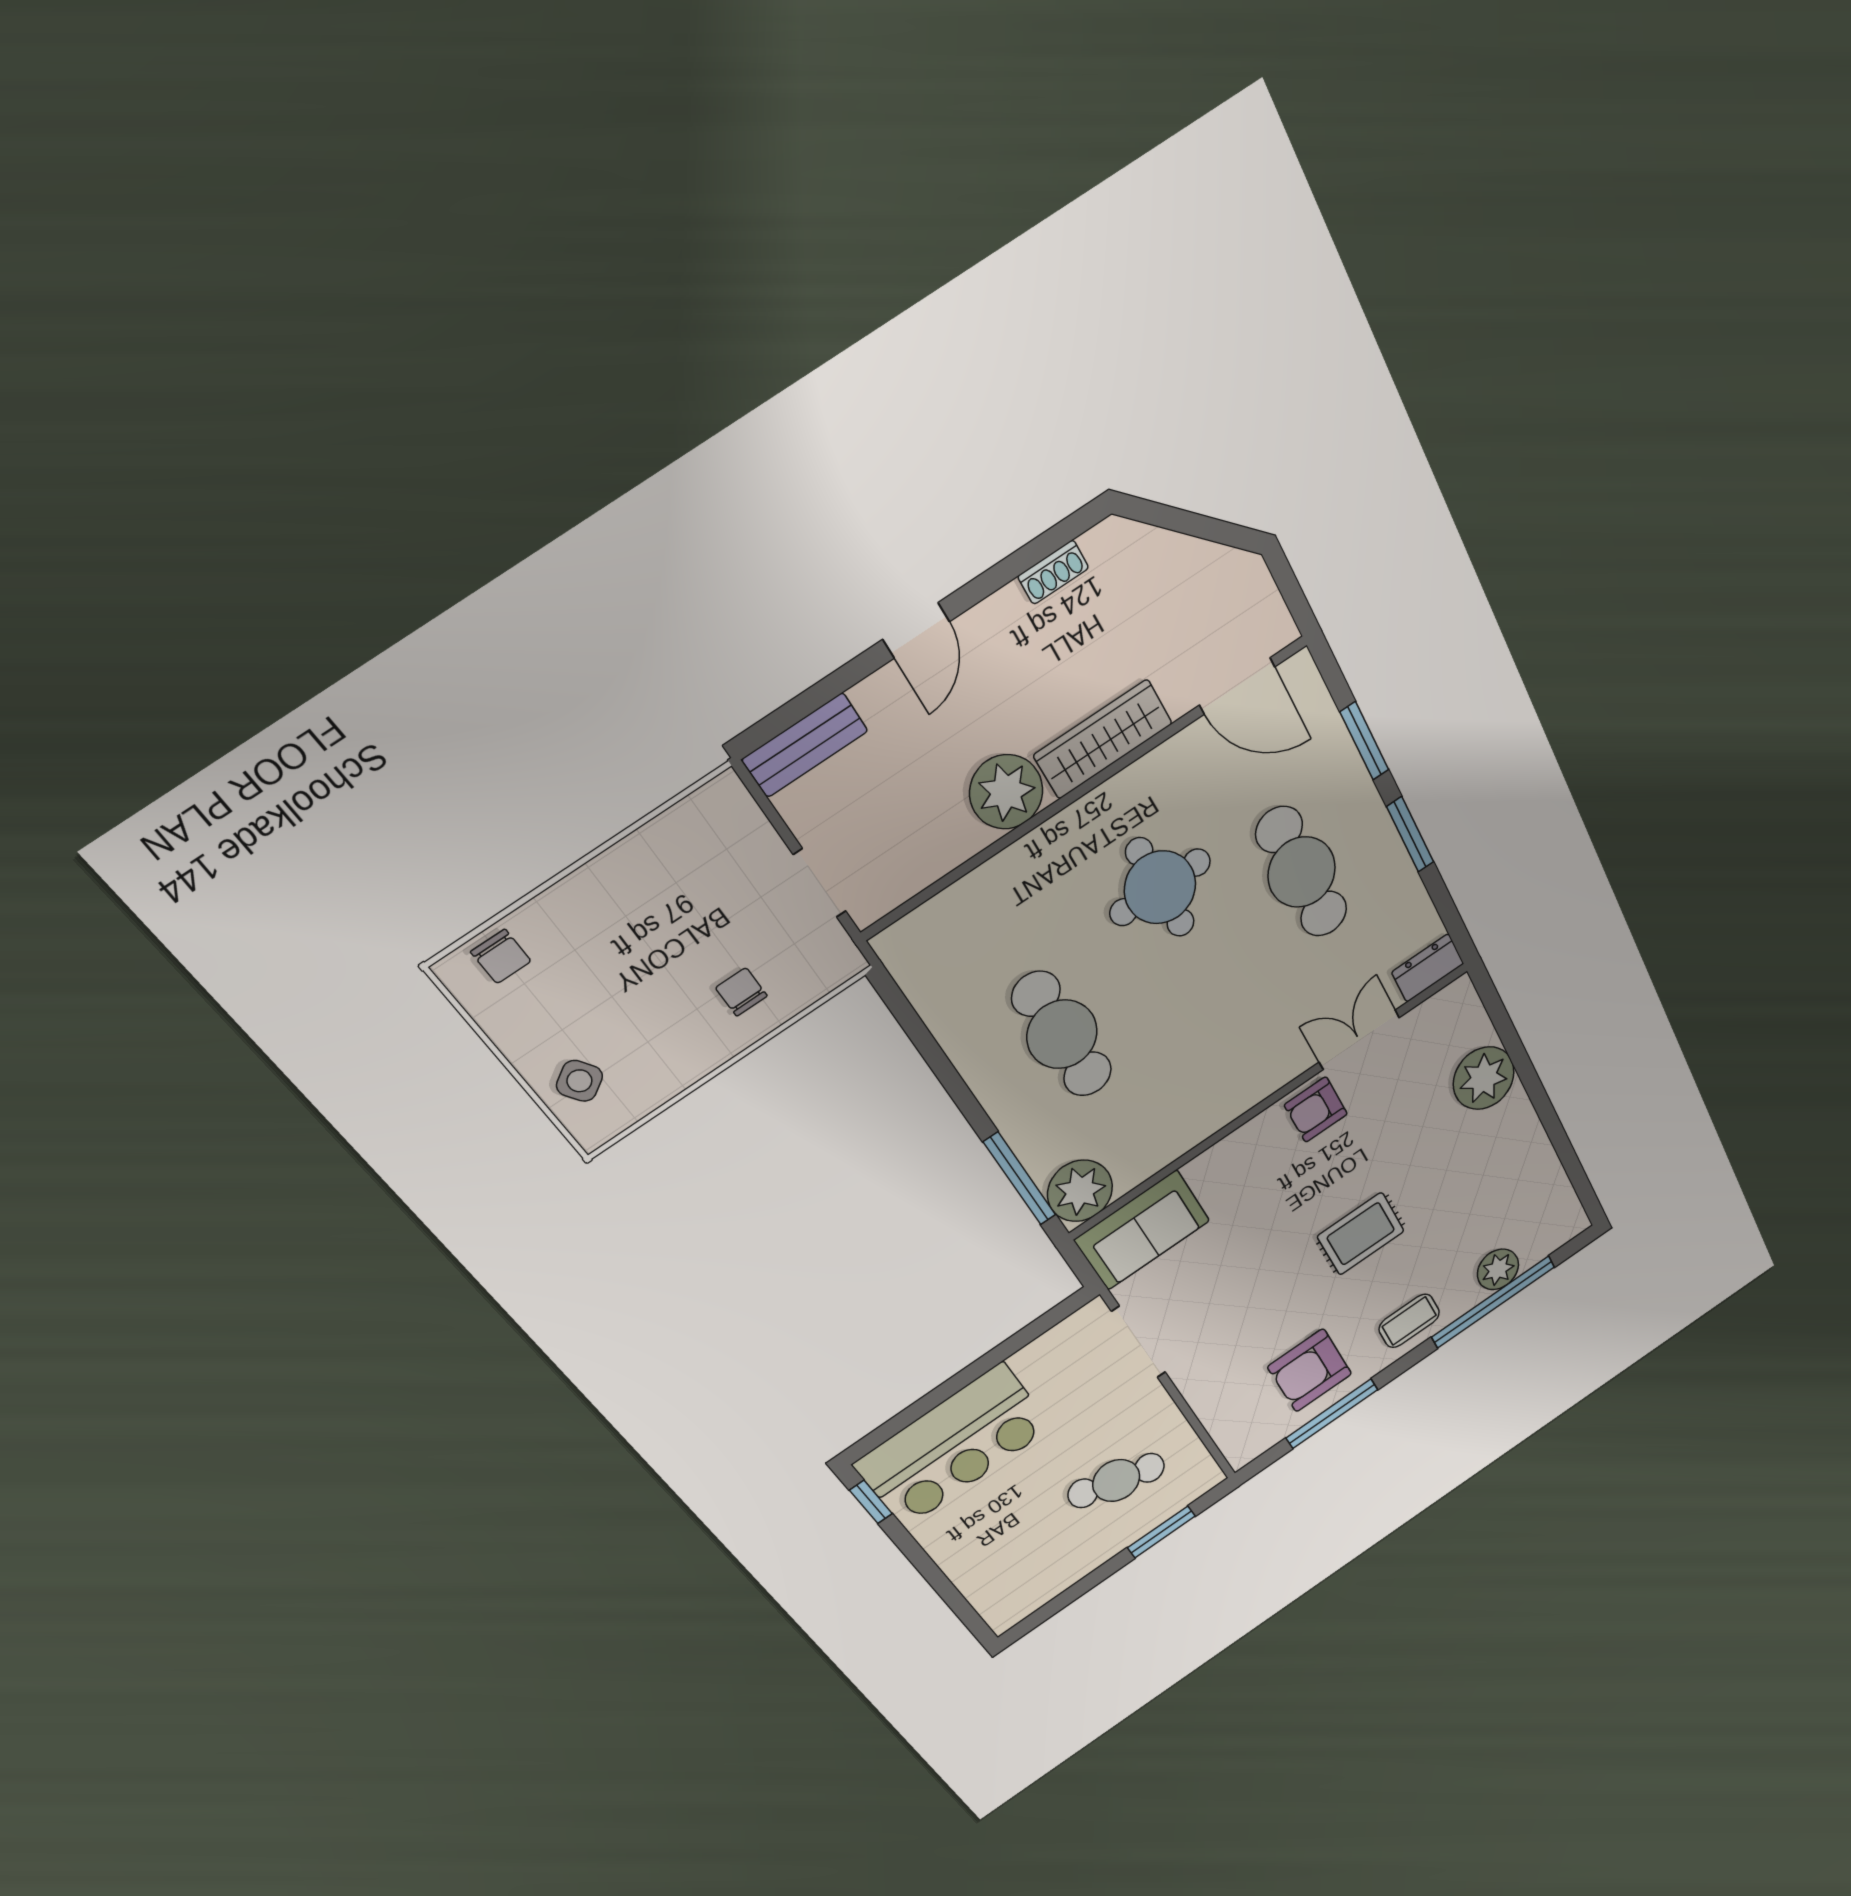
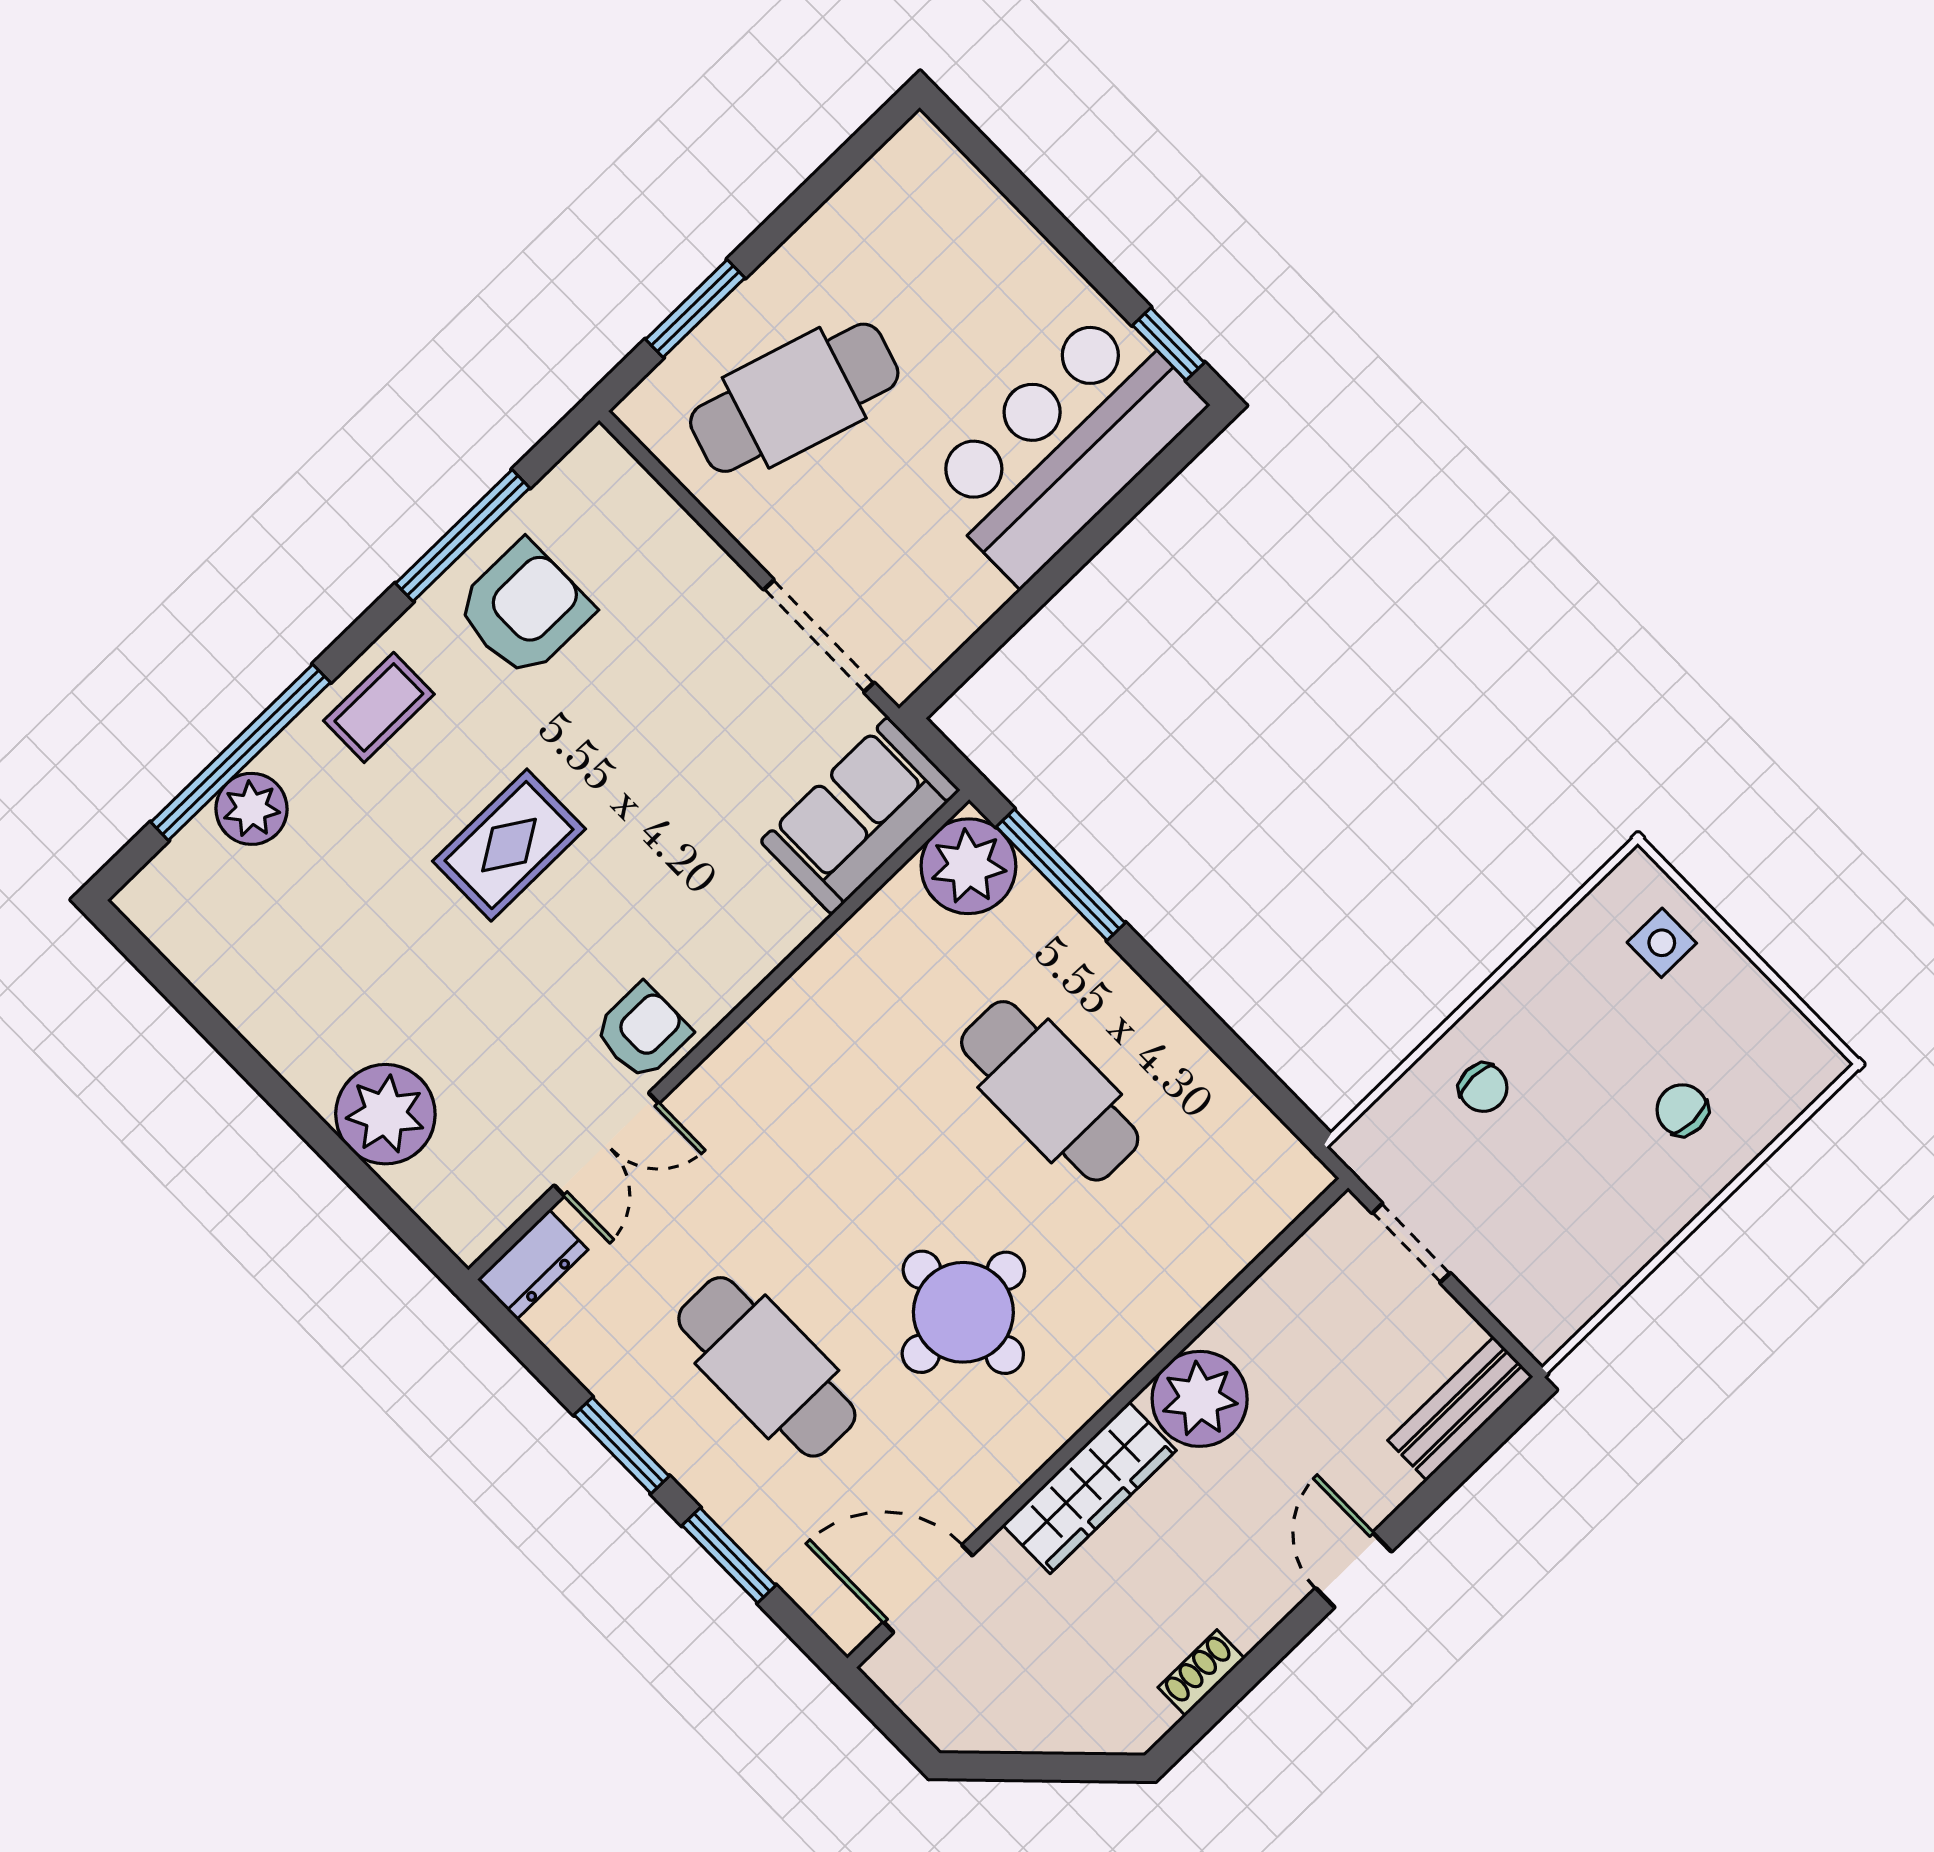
chair: (501, 956) -> (1682, 1110), moved
side table: (579, 1081) -> (1662, 943), turned 33
cafe table: (1116, 1481) -> (794, 398), width x1.37, depth x1.35

